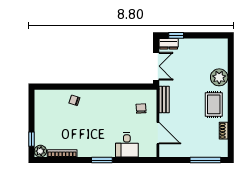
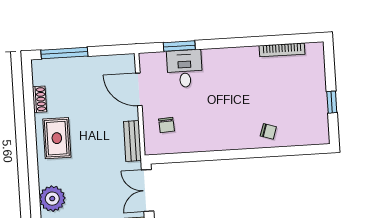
plant: (219, 77) -> (52, 199), moved
window: (31, 139) -> (332, 102), moved
plant: (40, 151) -> (315, 51), removed
window: (102, 160) -> (179, 46), moved

